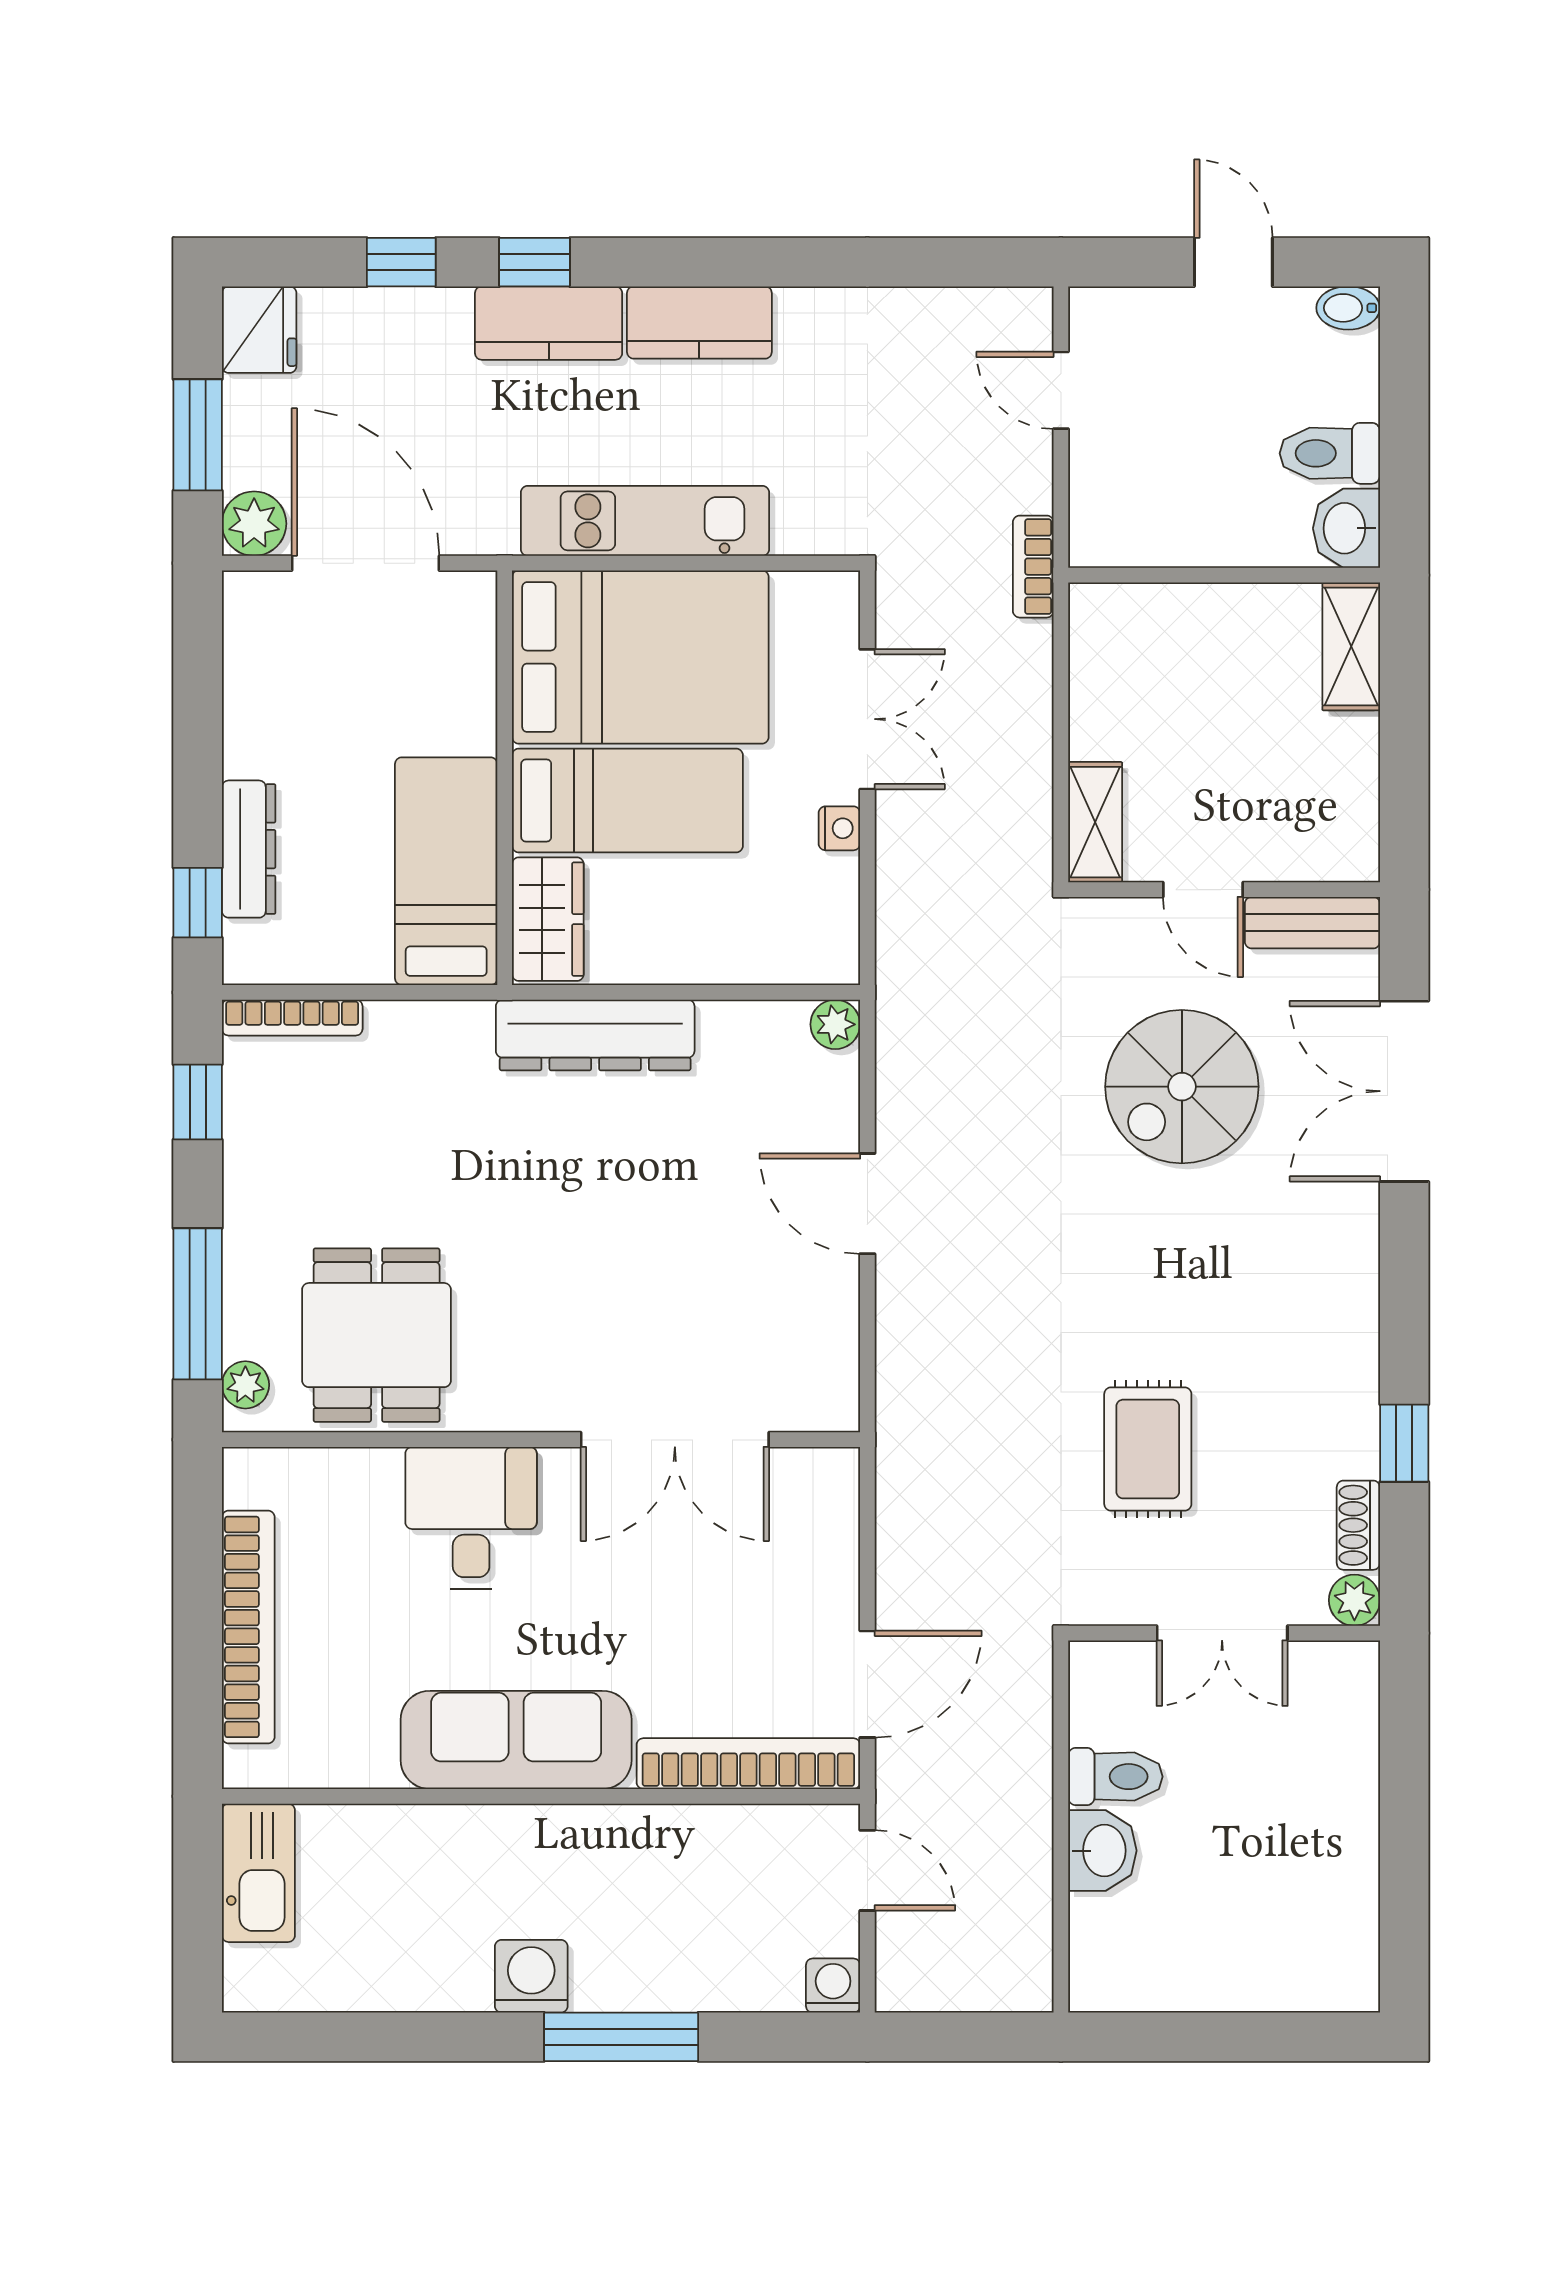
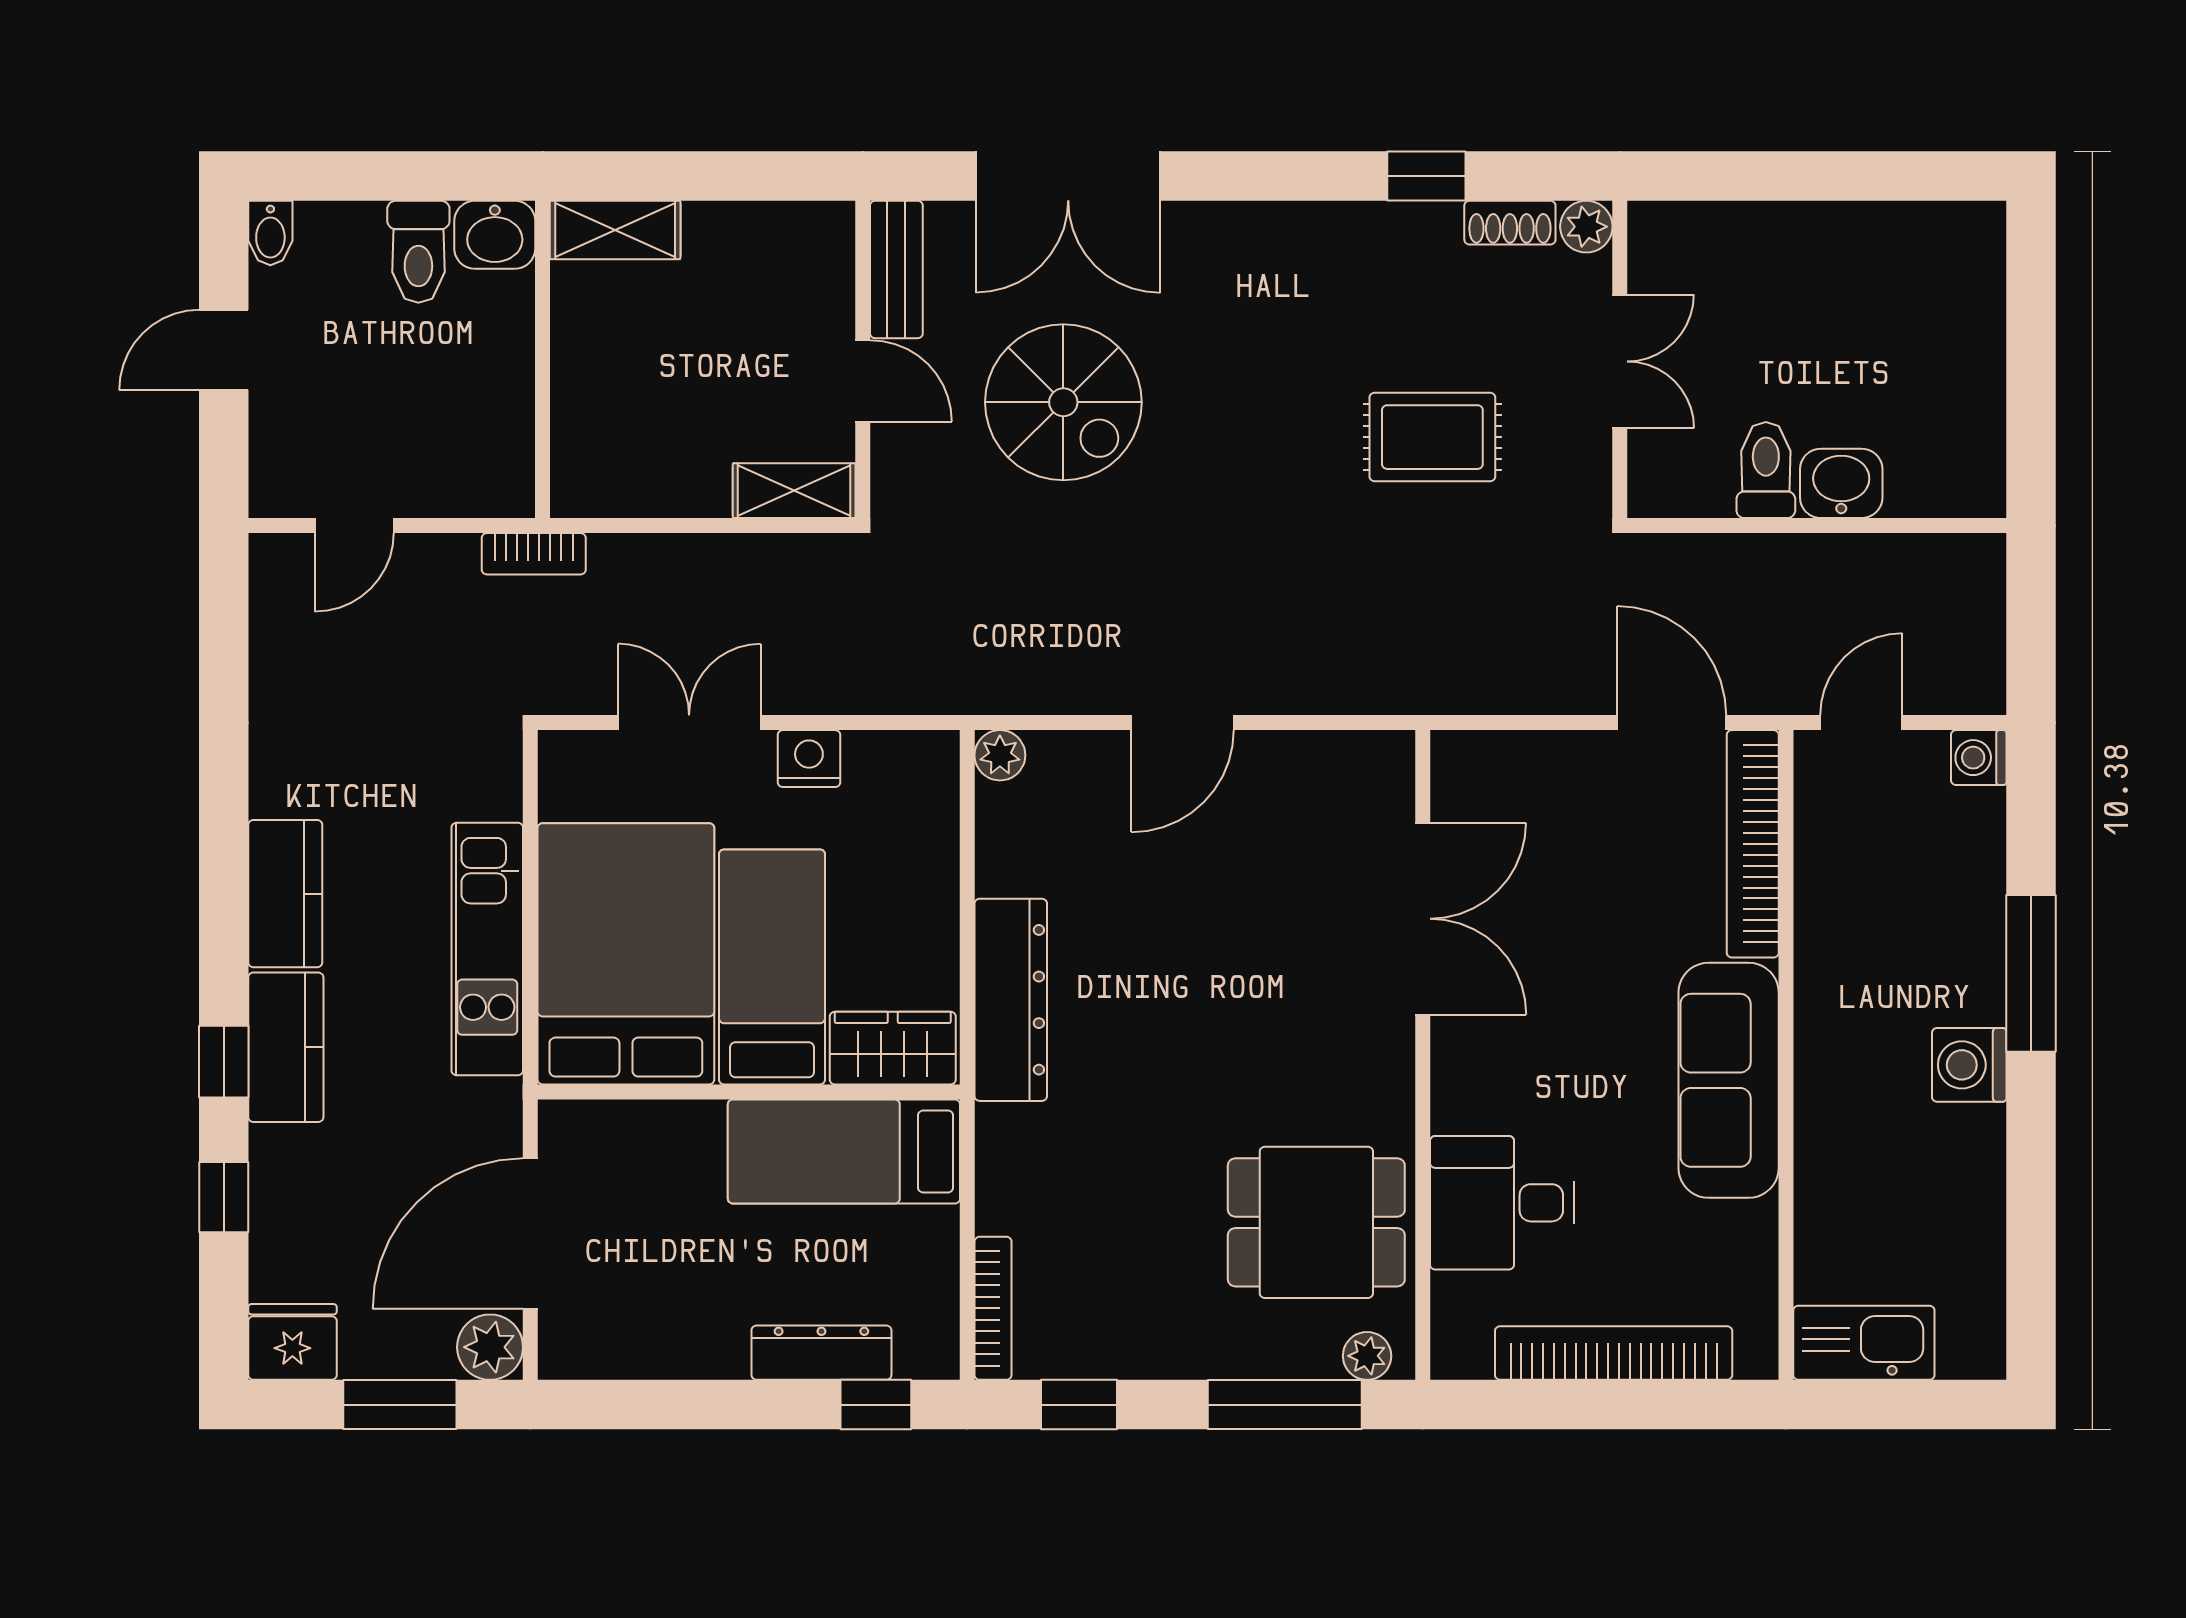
nightstand: (839, 828) -> (809, 759), width x1.39, depth x1.35
door: (1203, 890) -> (863, 381), hinge flipped
desk: (471, 1518) -> (1502, 1203), moved

